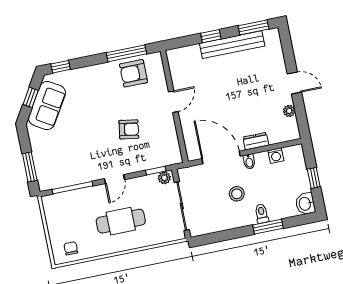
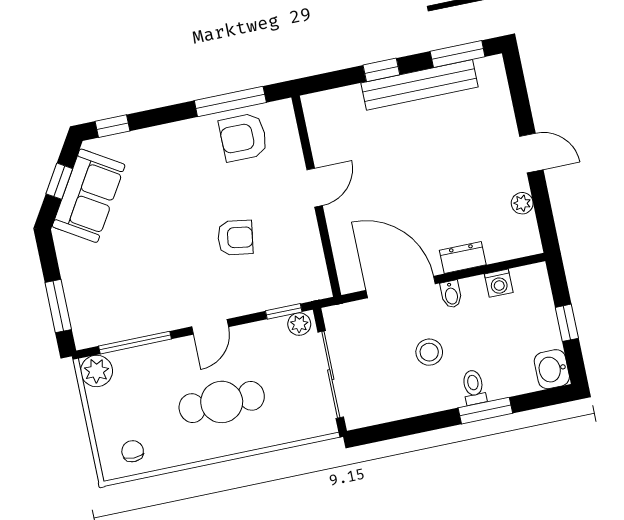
plant: (51, 203) -> (97, 371), added

